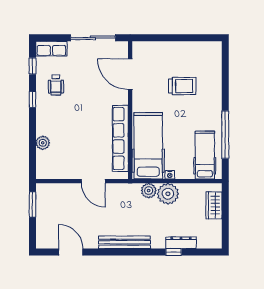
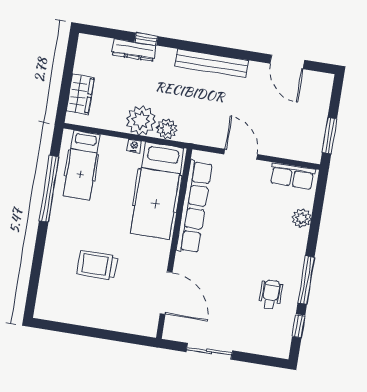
sliding door: (93, 38) -> (209, 351), width x0.73
row of seats: (51, 49) -> (292, 176), moved, turned 180
window: (33, 99) -> (306, 280), width x2.17

